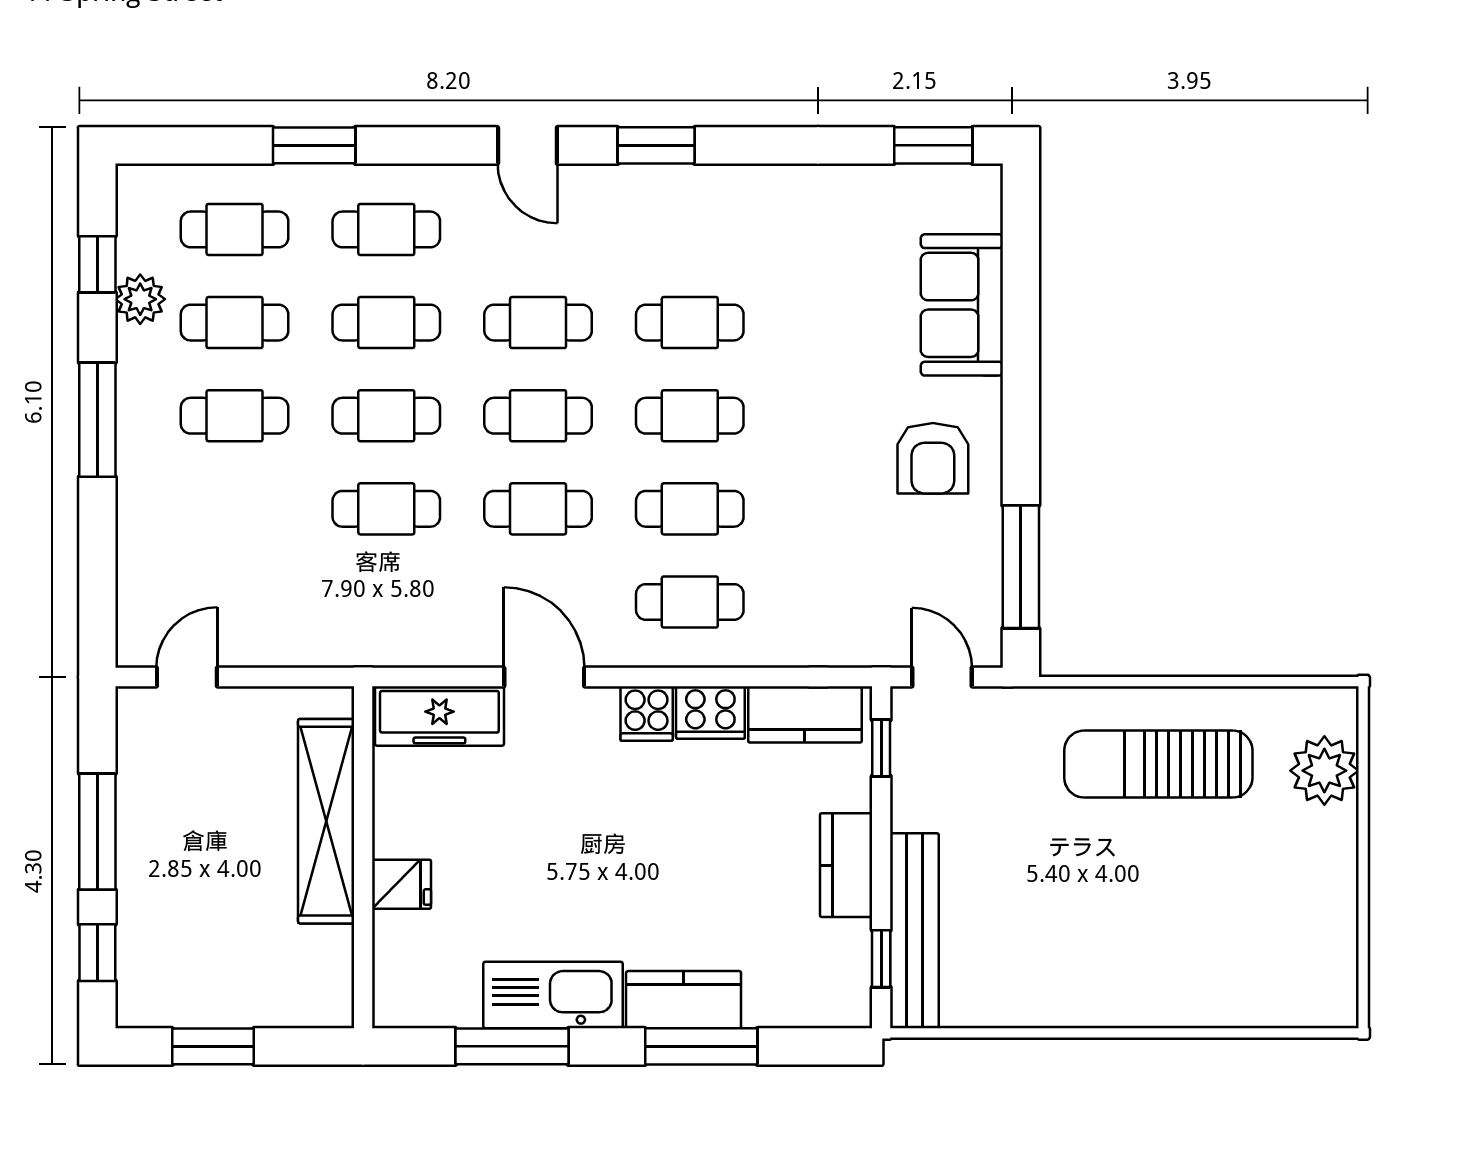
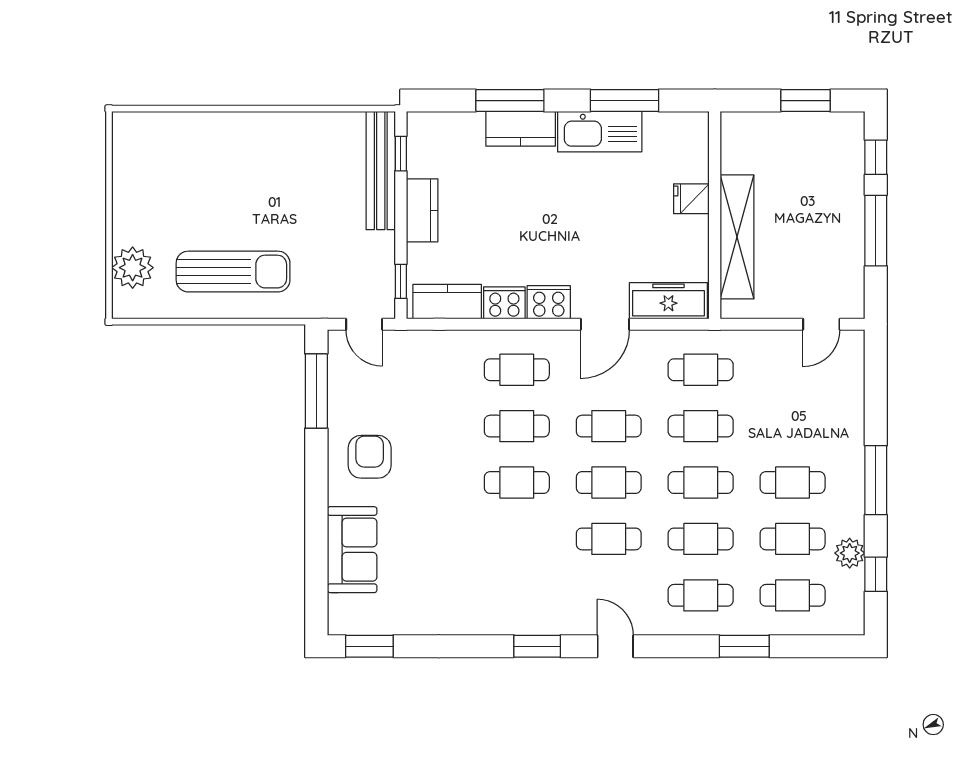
cafe table: (690, 323) -> (701, 370), moved
door: (544, 677) -> (605, 324), hinge flipped
cooker: (647, 713) -> (549, 302), width x1.36

